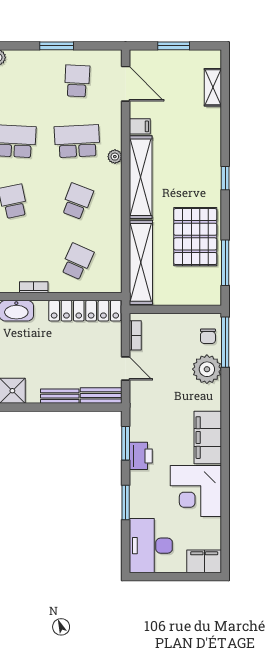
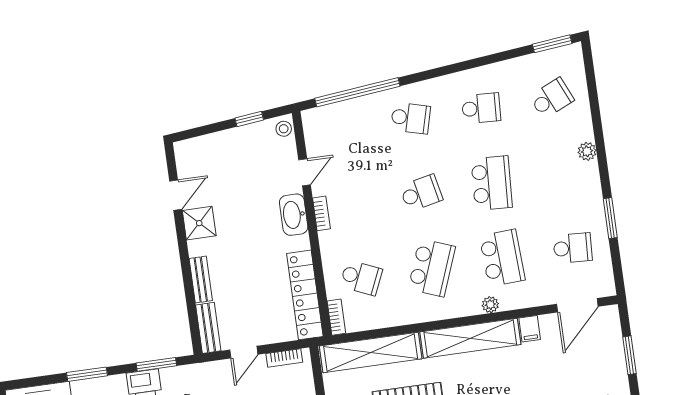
school desk: (77, 201) -> (432, 268), width x1.85
bookcase: (34, 287) -> (321, 213), moved
bookcase: (107, 287) -> (336, 317), added

